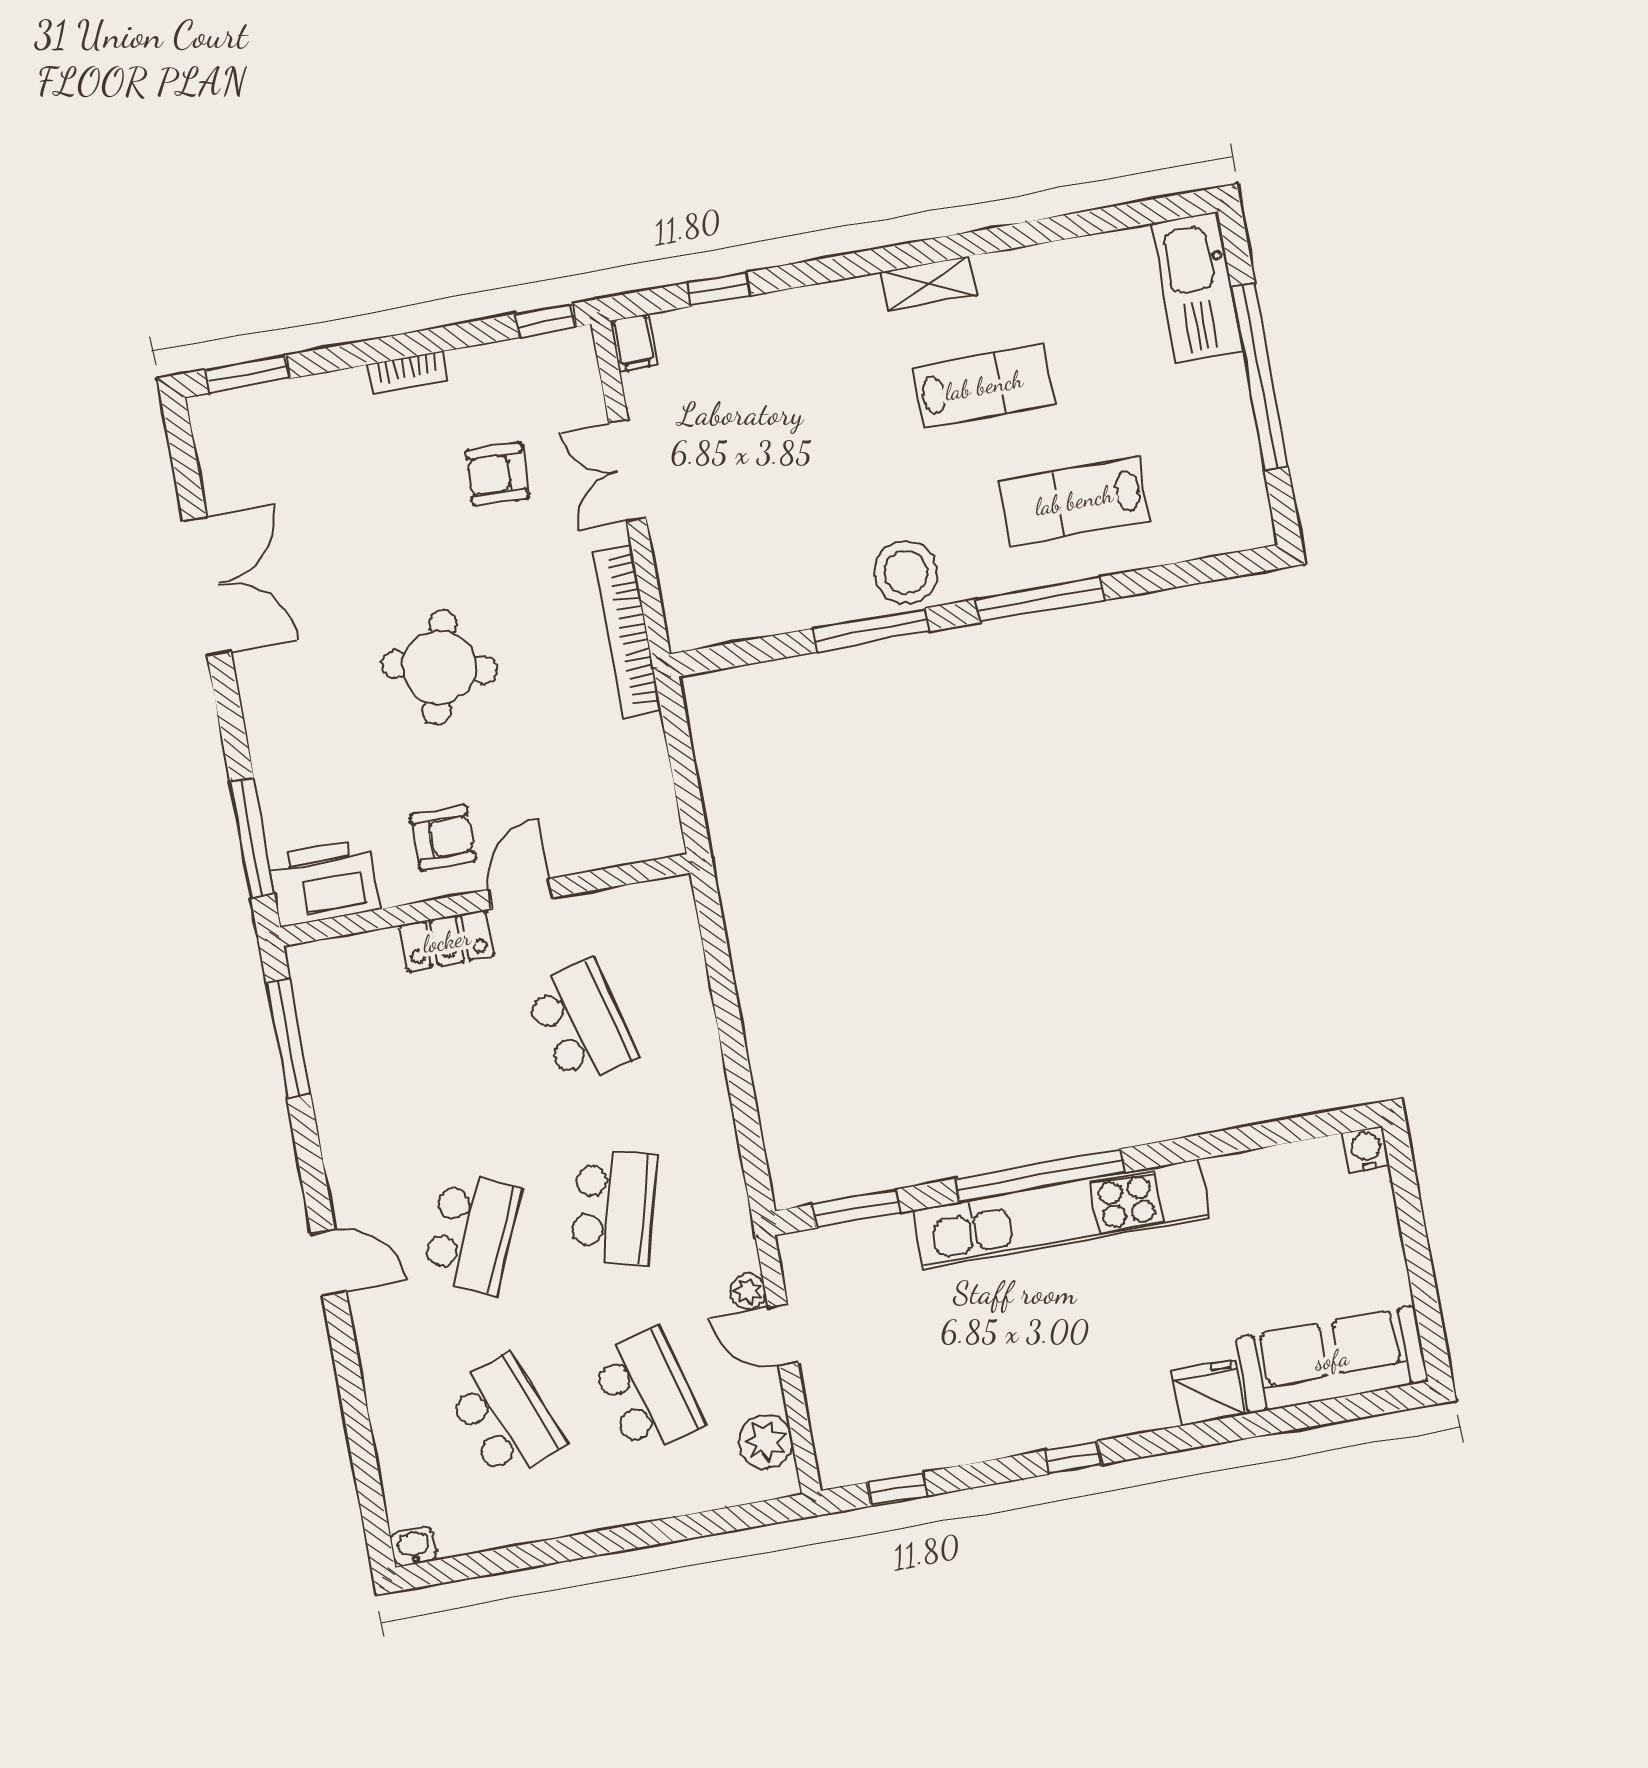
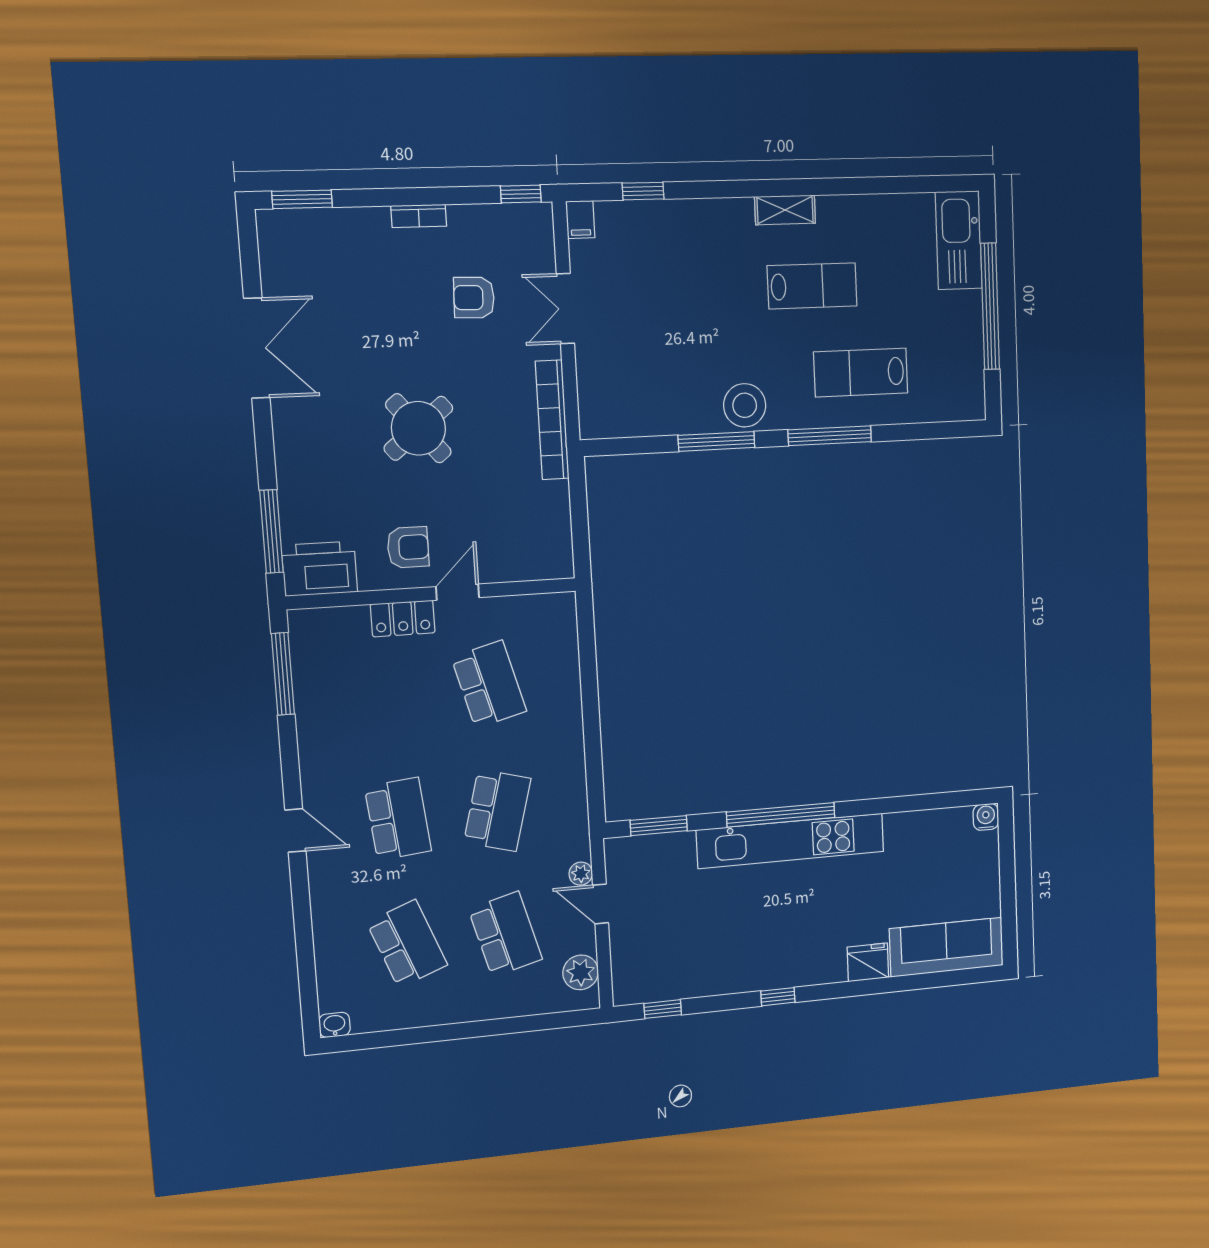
round table: (439, 667) -> (418, 428), turned 37
school desk: (472, 1233) -> (398, 819), turned -30

